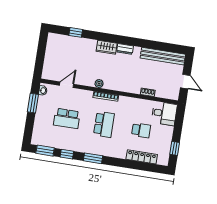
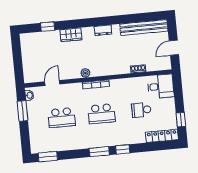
wardrobe: (107, 47) -> (71, 35), moved
door: (185, 82) -> (174, 48), swing flipped
school desk: (104, 124) -> (102, 114), turned 90
school desk: (141, 130) -> (141, 110), turned 180
window: (67, 154) -> (123, 149), moved
locker: (142, 157) -> (162, 136), moved

